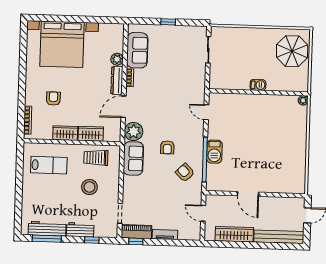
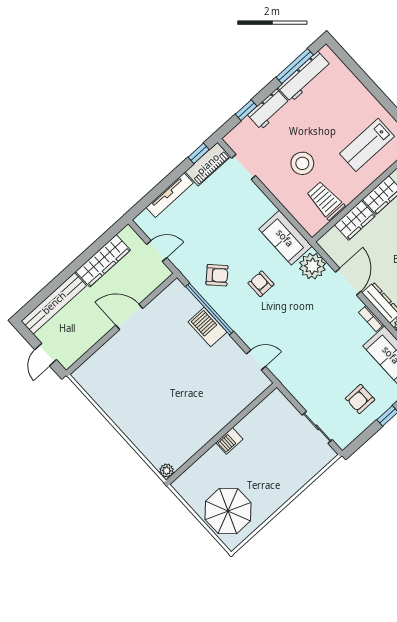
armchair: (174, 43) -> (360, 399), added
trolley: (96, 158) -> (325, 200), turned -90
tv unit: (165, 235) -> (170, 195), width x1.41

